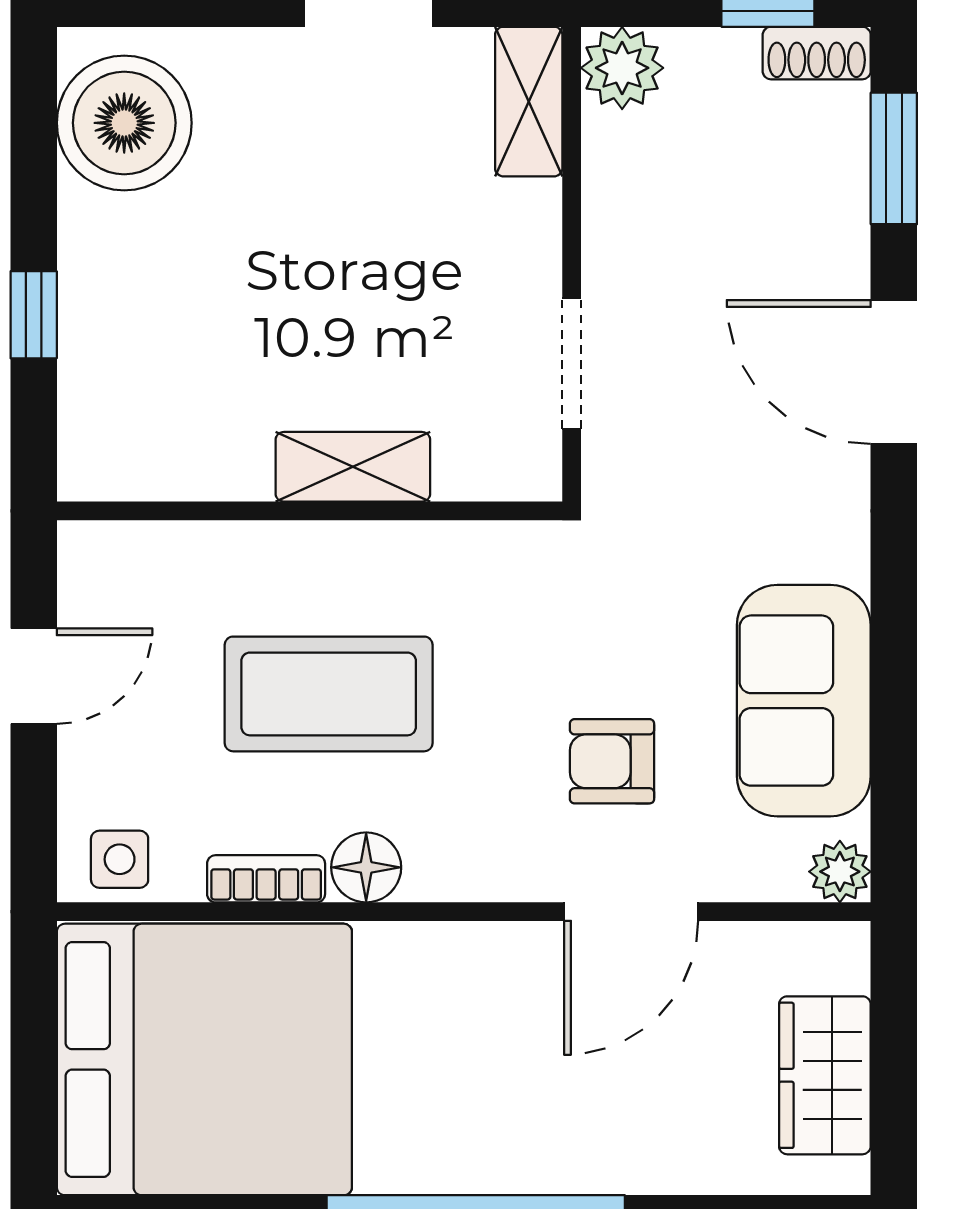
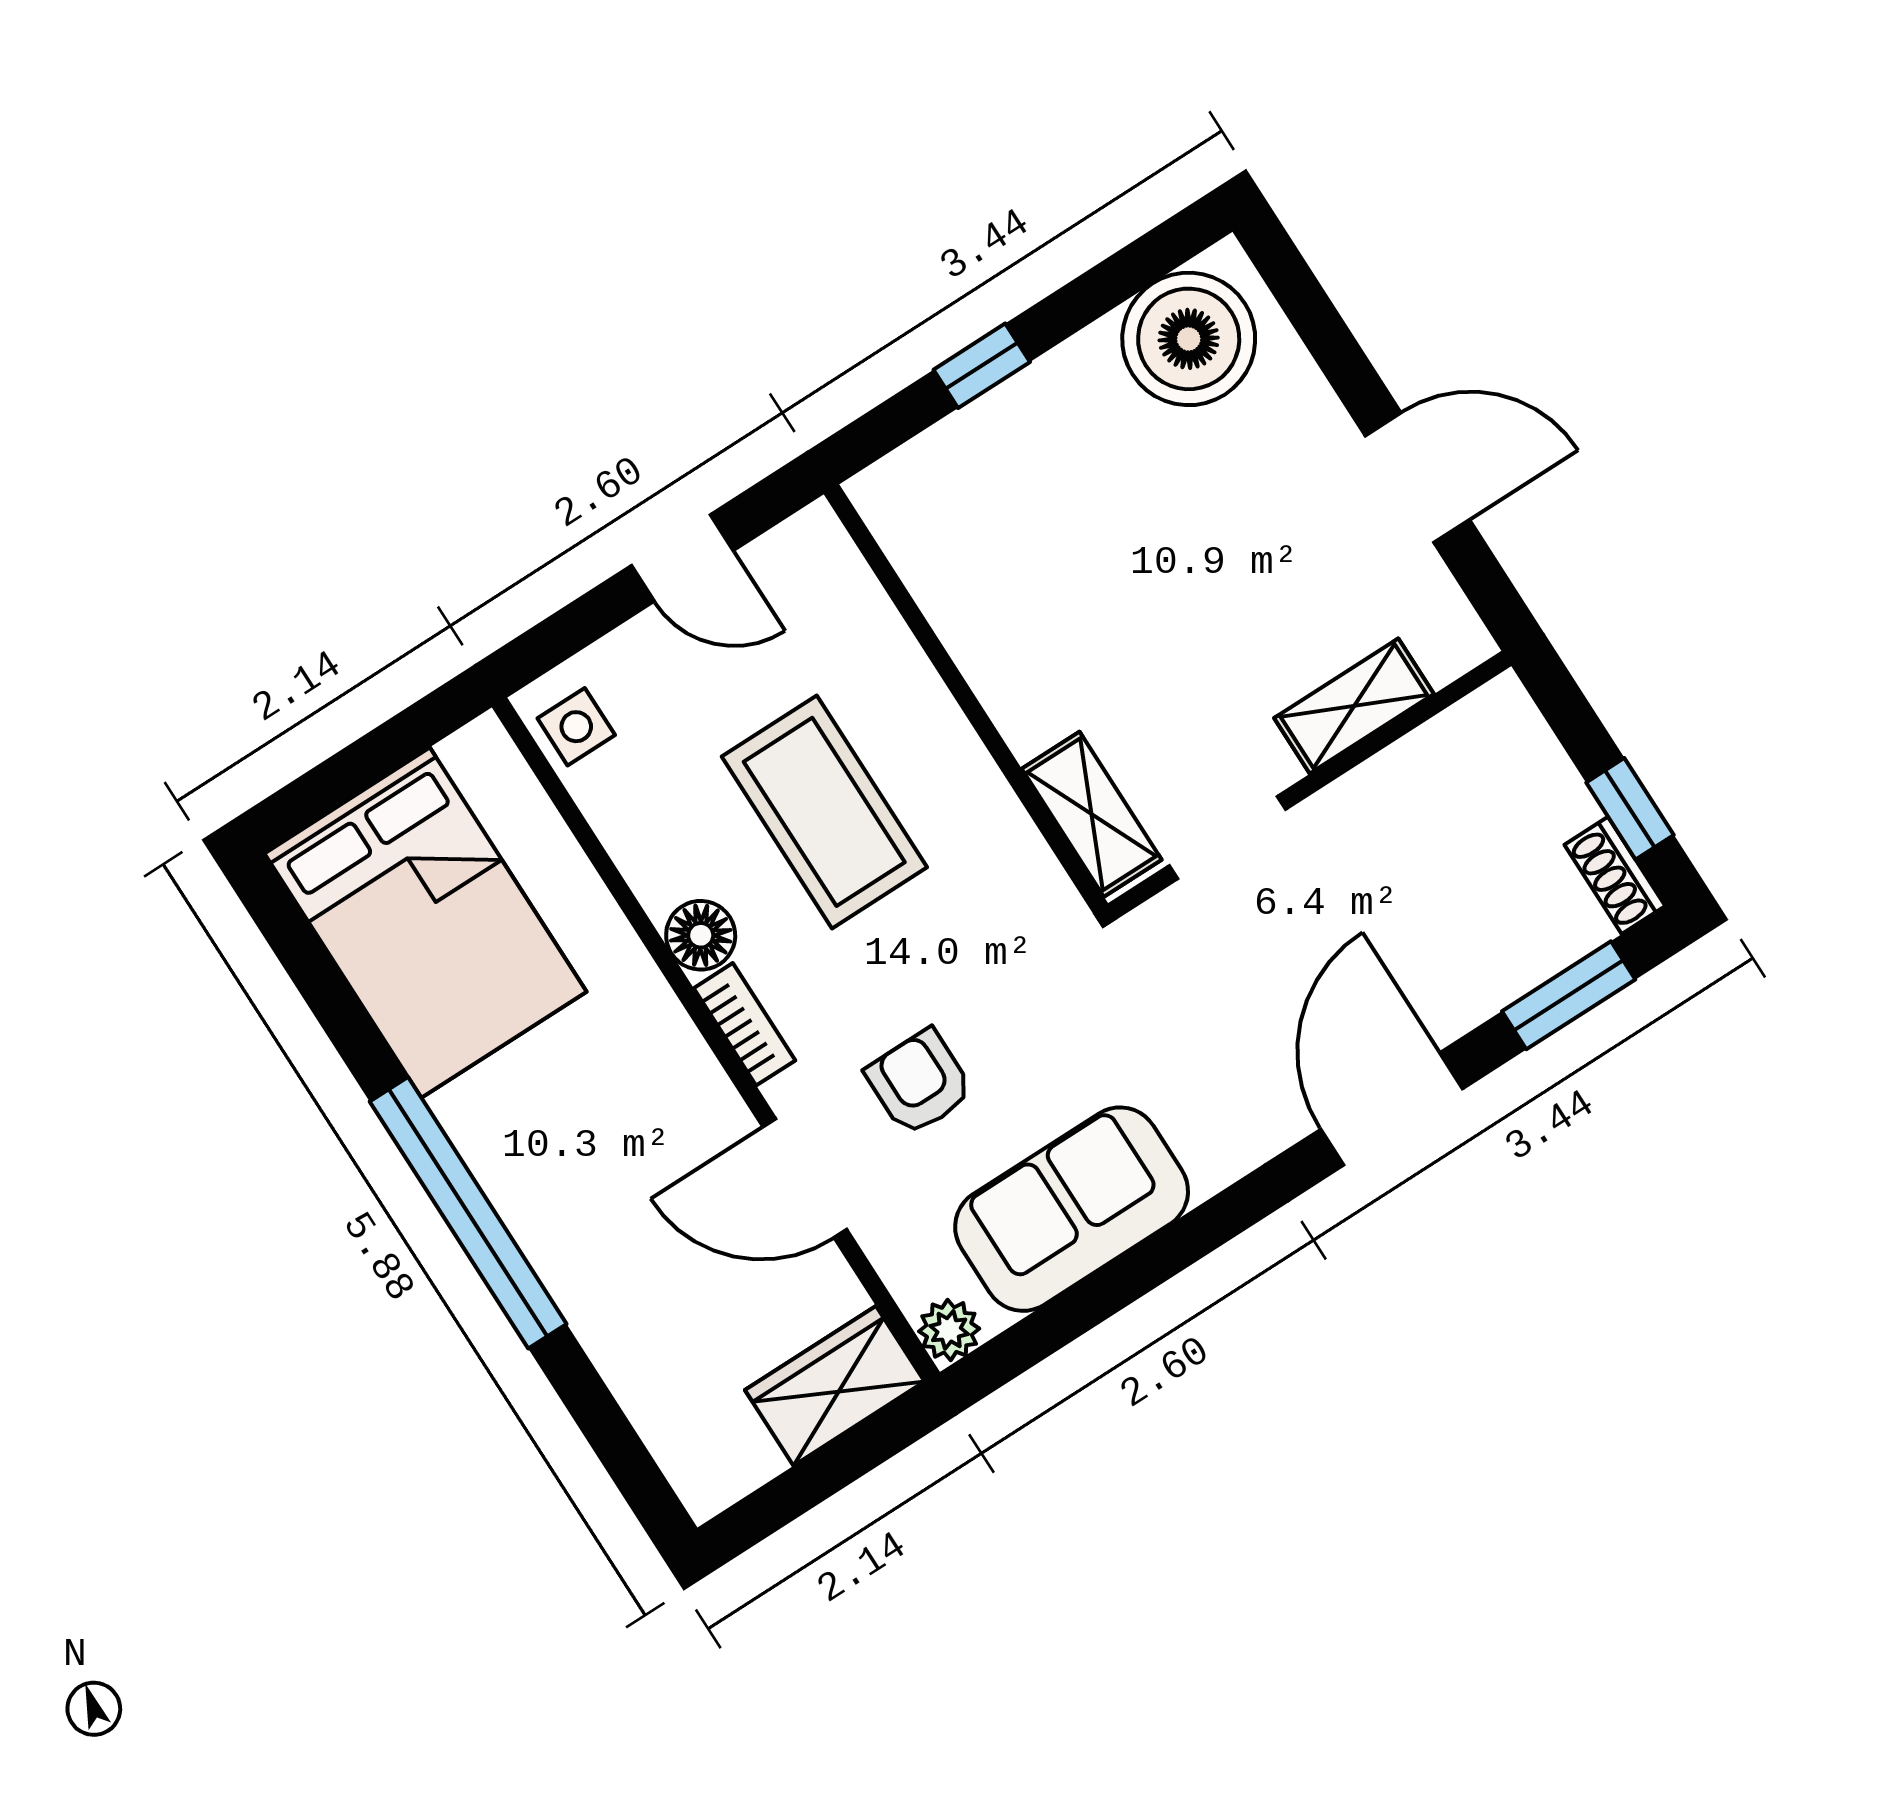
plant: (622, 68) -> (1499, 722), removed
shelving: (529, 102) -> (1354, 706), moved
shelving: (353, 467) -> (1092, 814), moved
bookcase: (266, 879) -> (744, 1024), moved
bed: (204, 1059) -> (425, 923), width x0.73
wardrobe: (825, 1075) -> (835, 1386), moved

